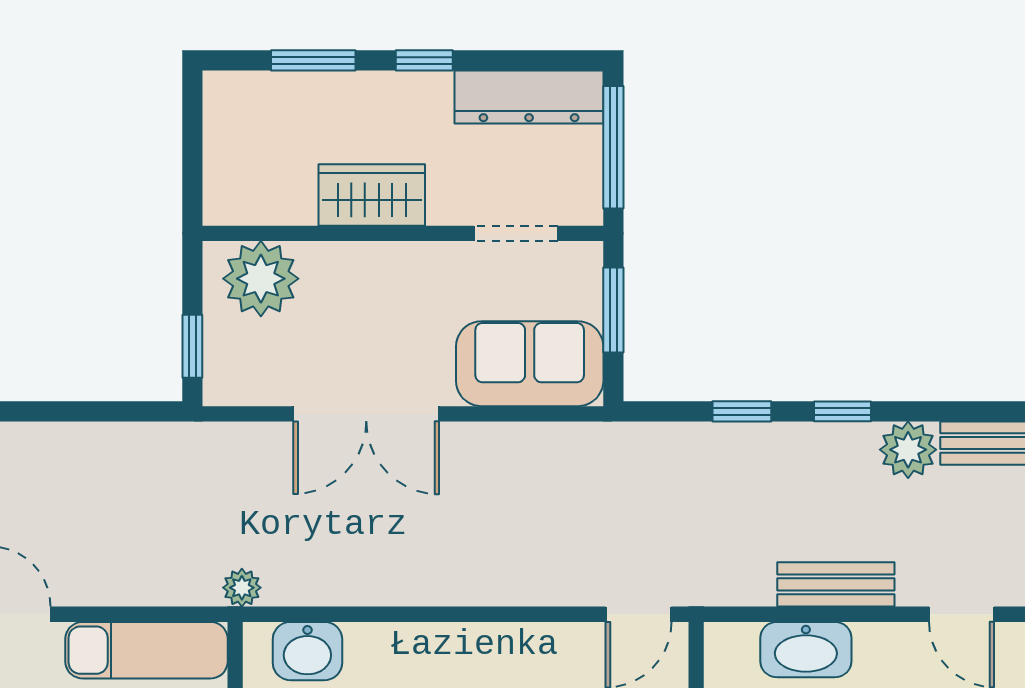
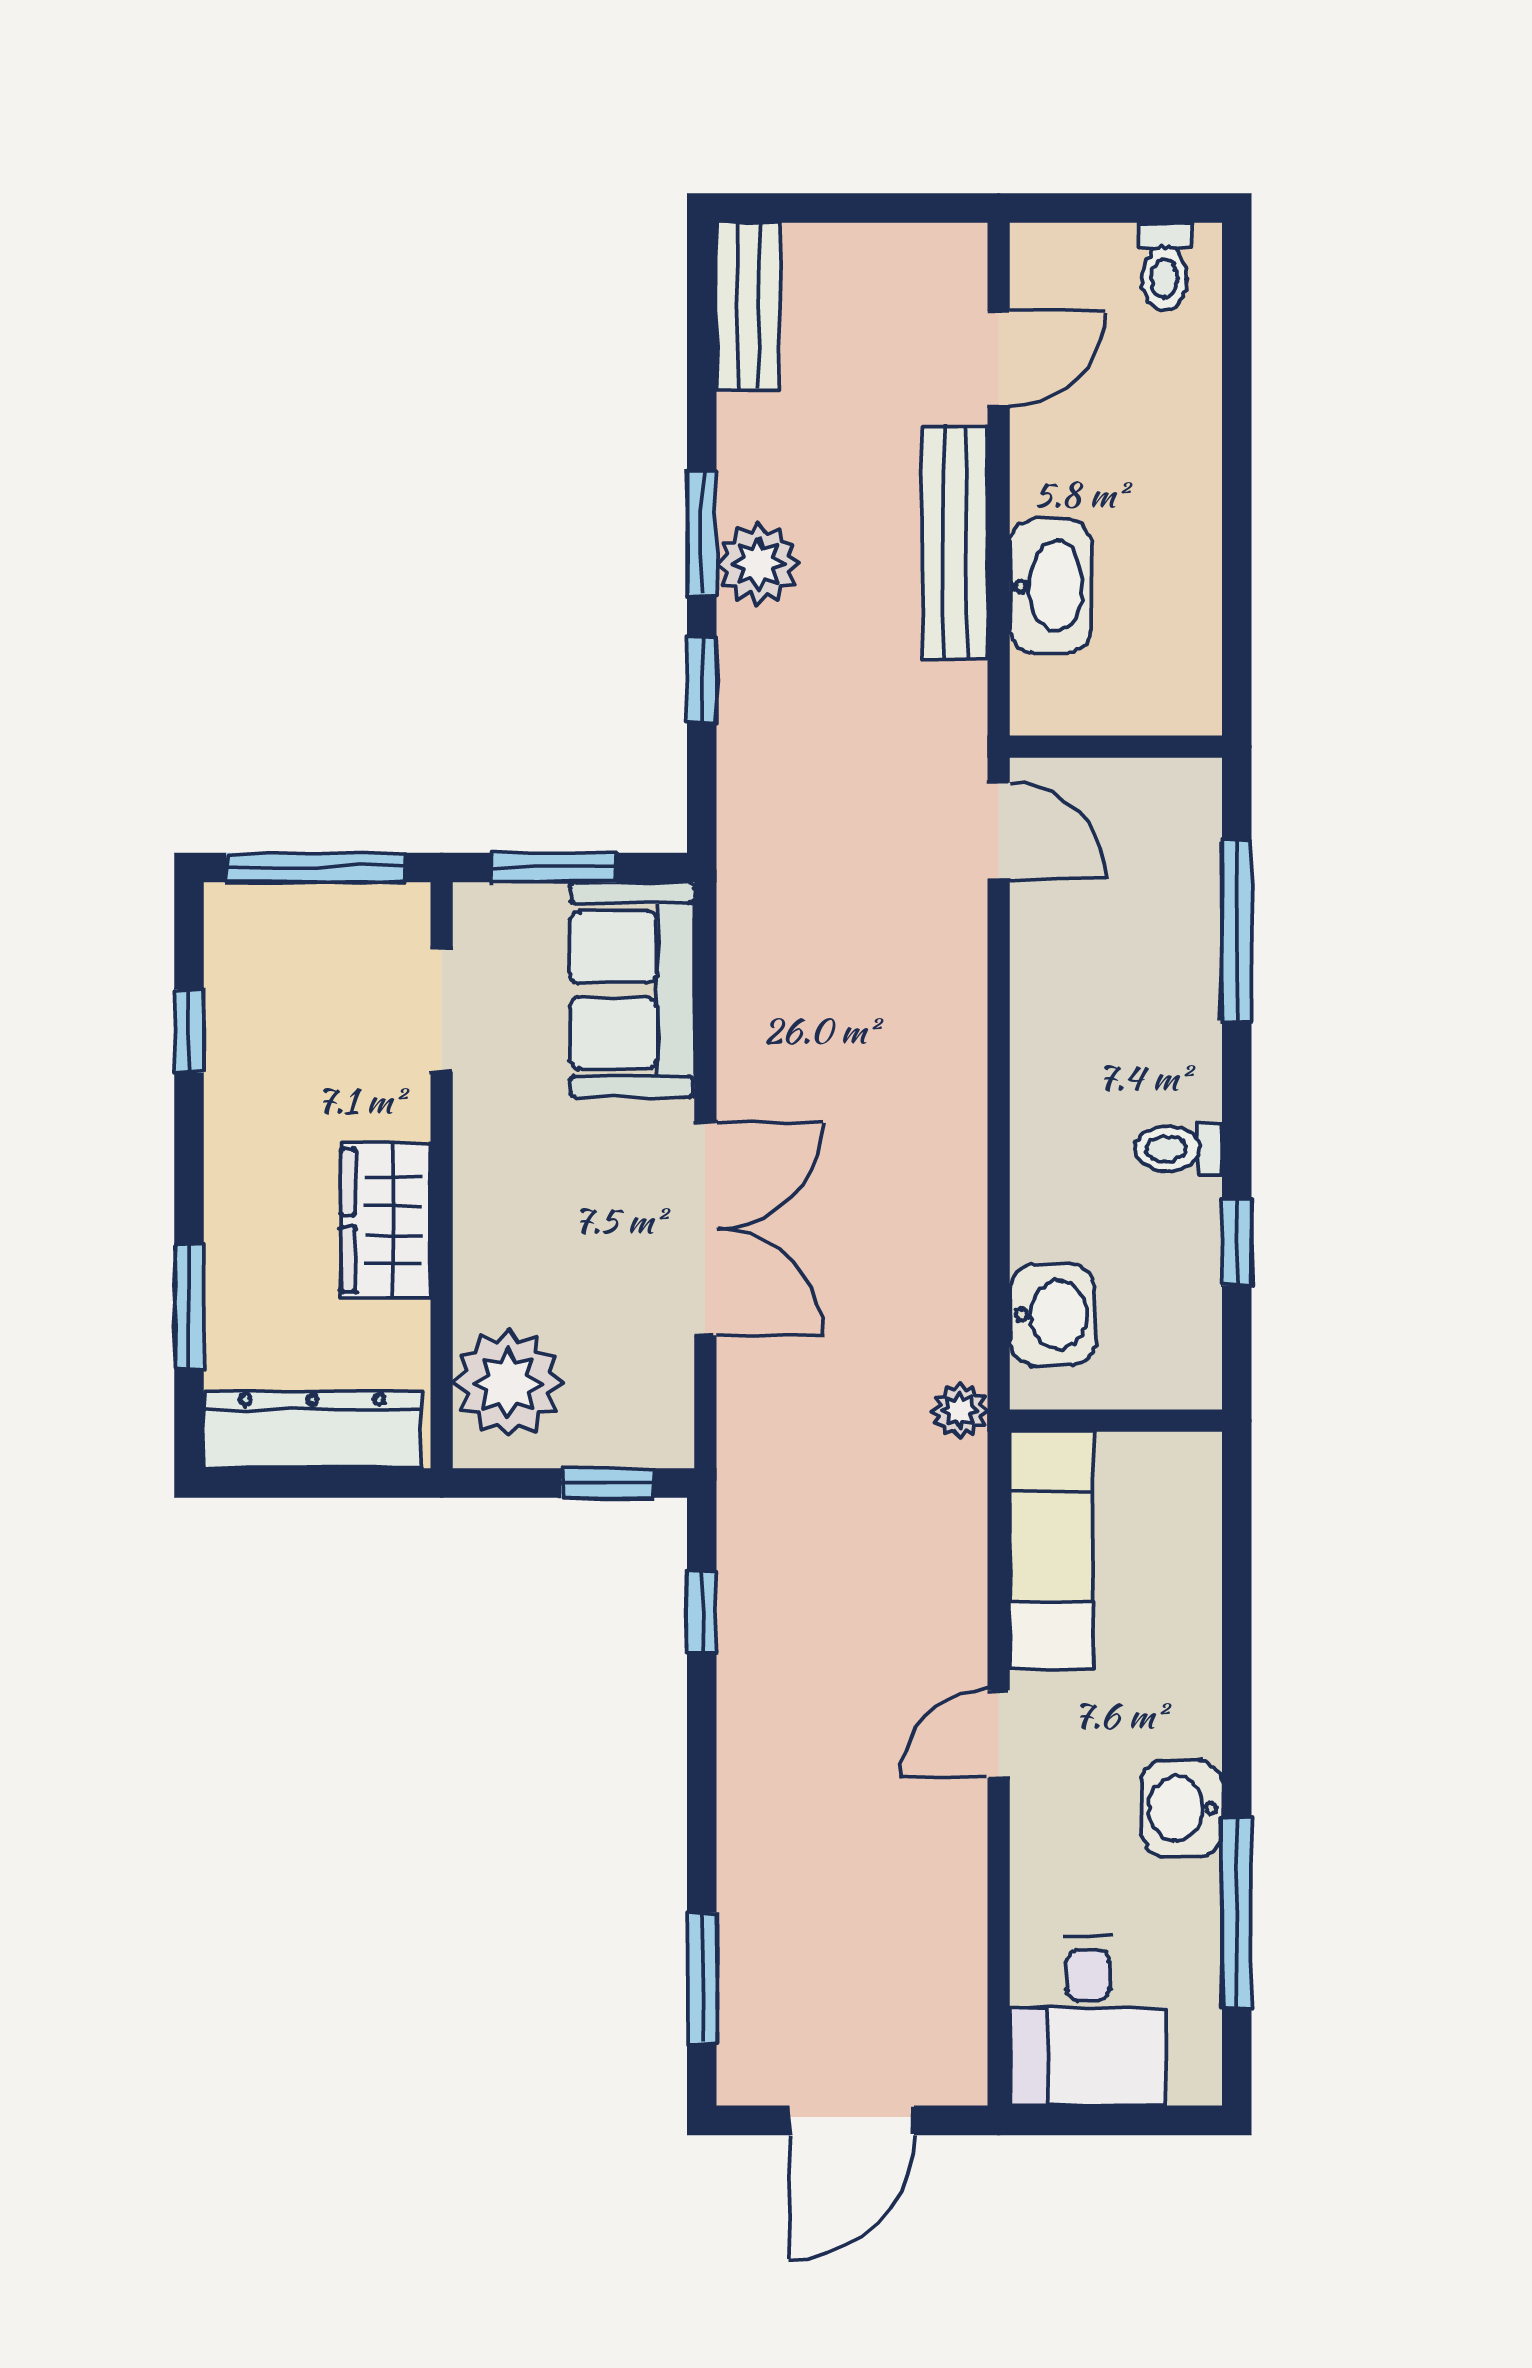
window: (424, 60) -> (189, 1031), moved
dresser: (529, 97) -> (312, 1429), moved, turned -90
window: (104, 411) -> (702, 1612), added
window: (842, 411) -> (702, 533), width x1.50
plant: (908, 450) -> (758, 564), moved
bench: (836, 584) -> (955, 542), width x1.36

